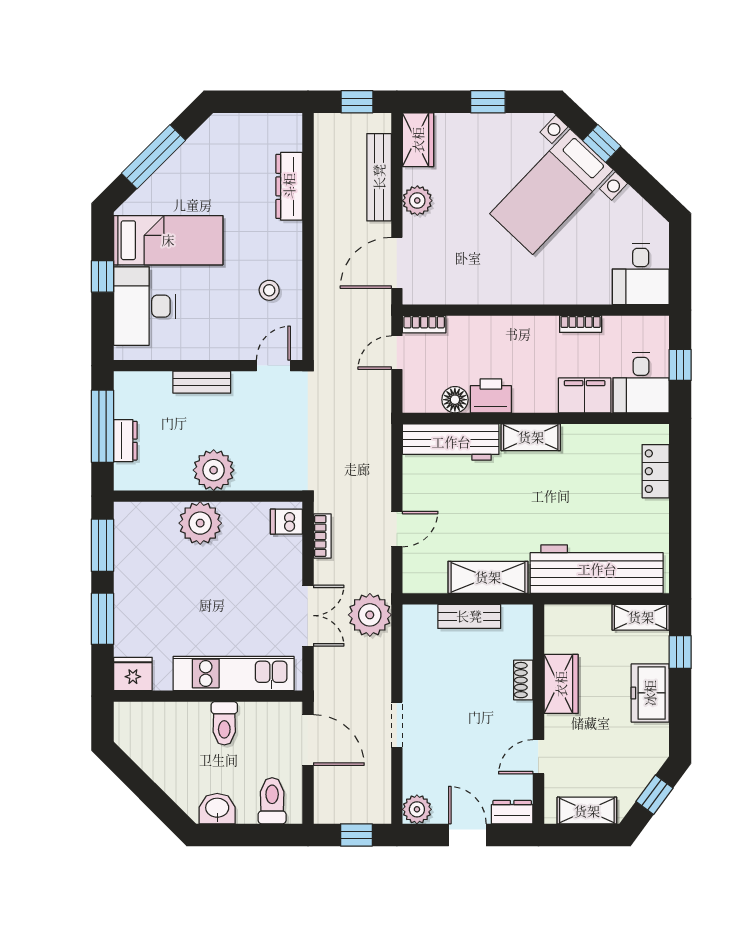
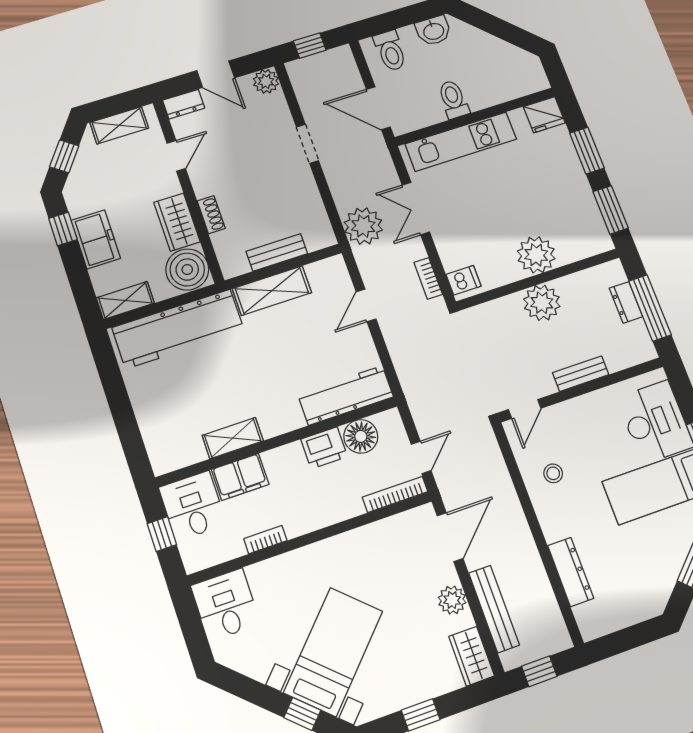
bookcase: (424, 324) -> (395, 494), width x1.56
floor lamp: (455, 400) -> (361, 436), width x1.38, depth x1.38
shelving: (531, 437) -> (233, 438), moved
locker: (656, 471) -> (153, 431), removed
boiler: (567, 629) -> (187, 269), added
window: (680, 652) -> (63, 229), moved

